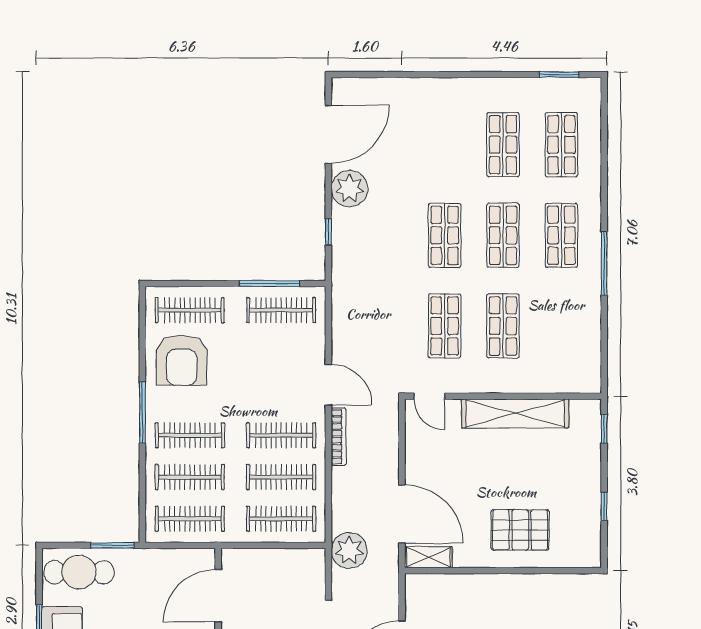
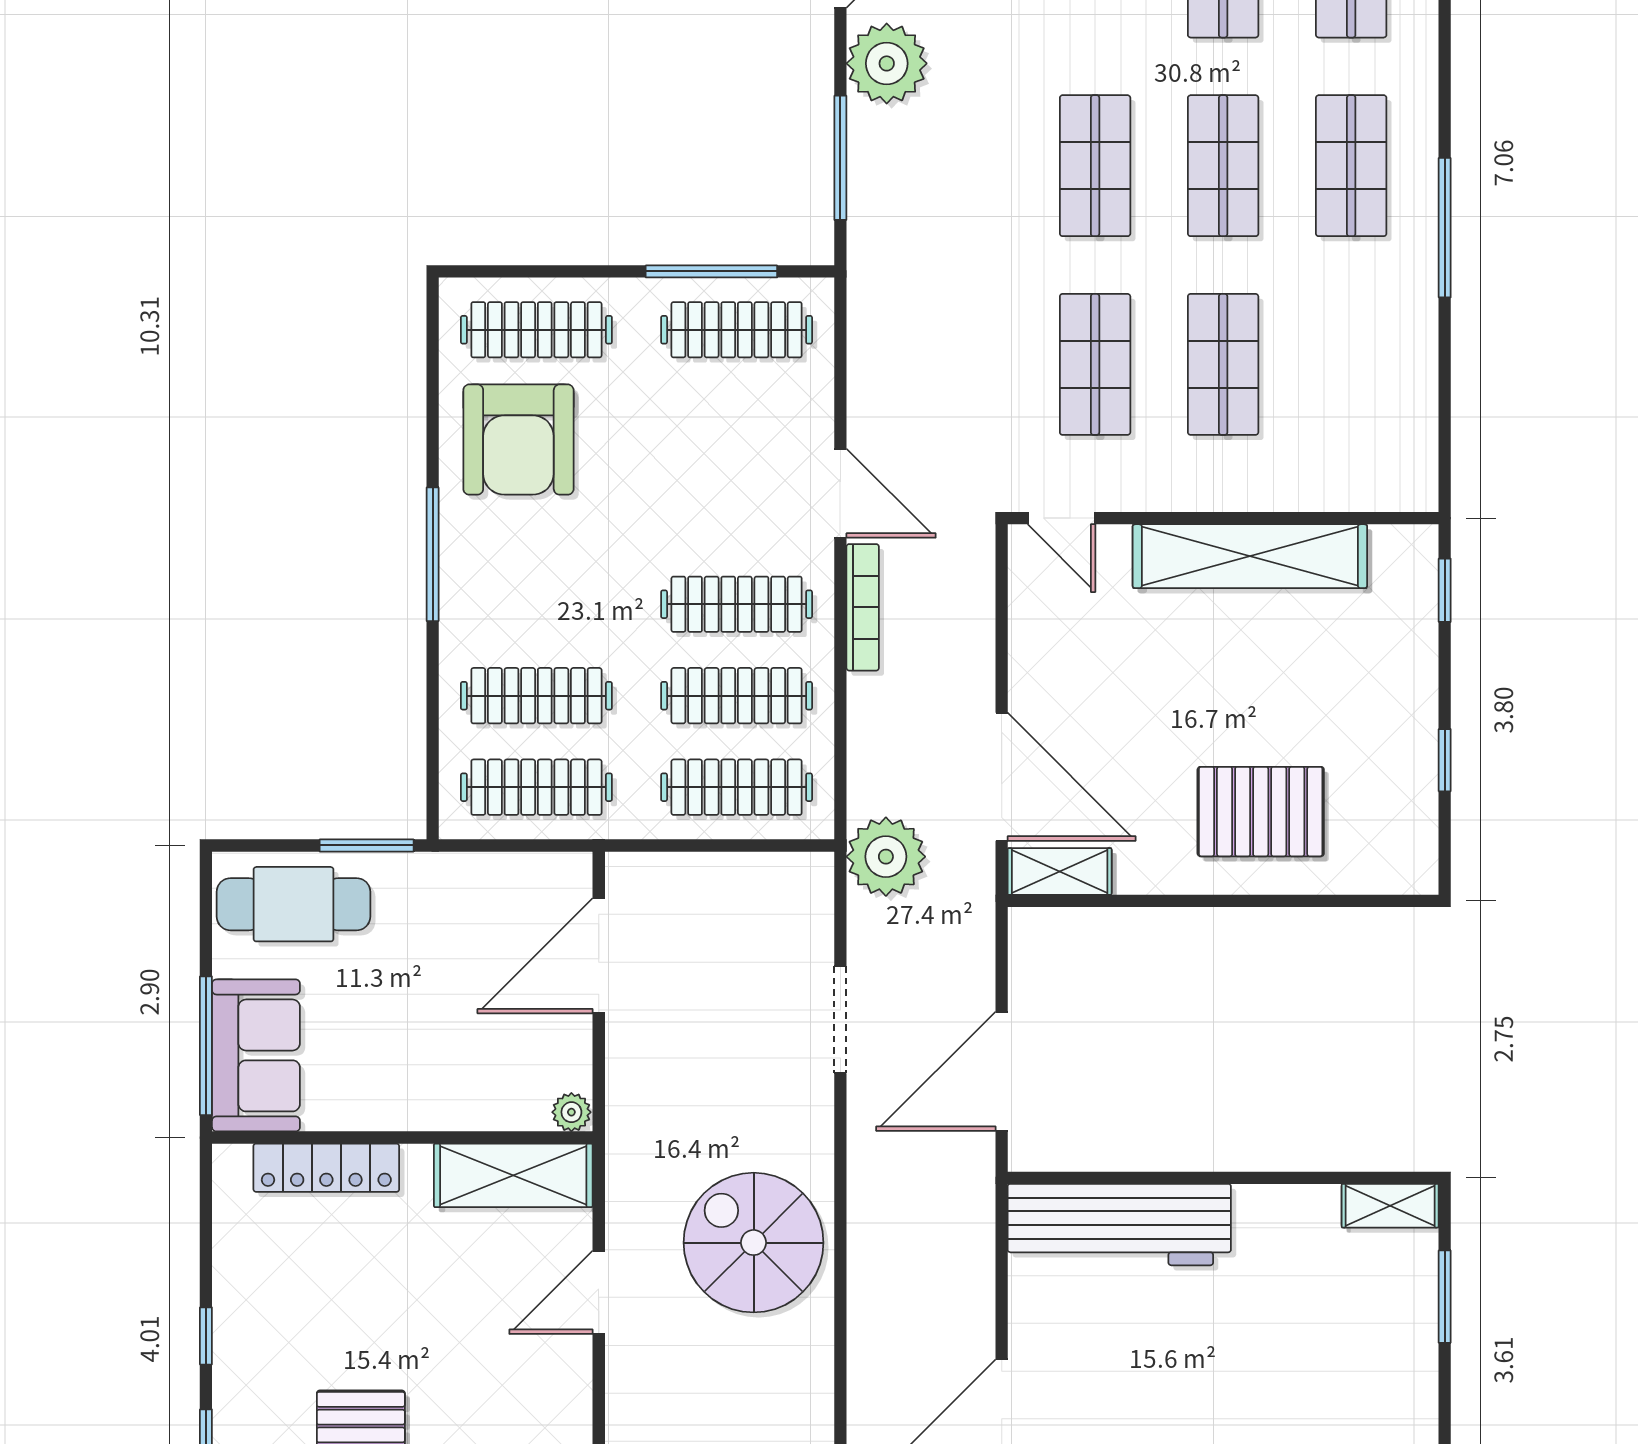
window: (328, 232) -> (840, 158), width x2.17
clothes rail: (190, 435) -> (536, 604), removed

